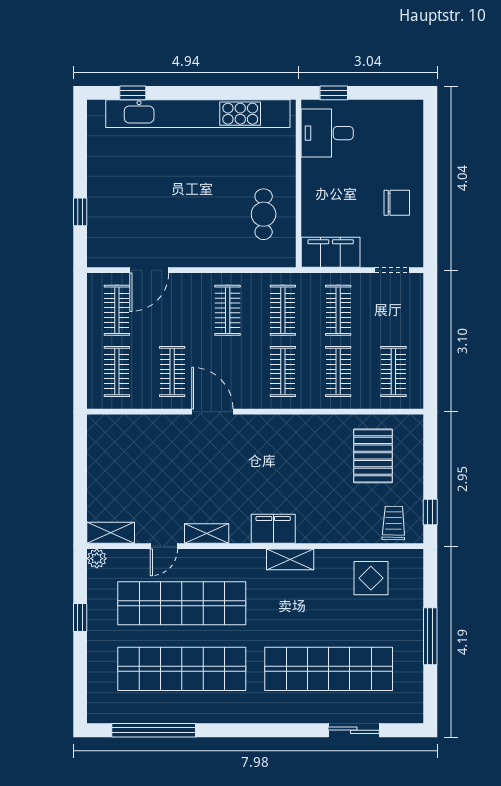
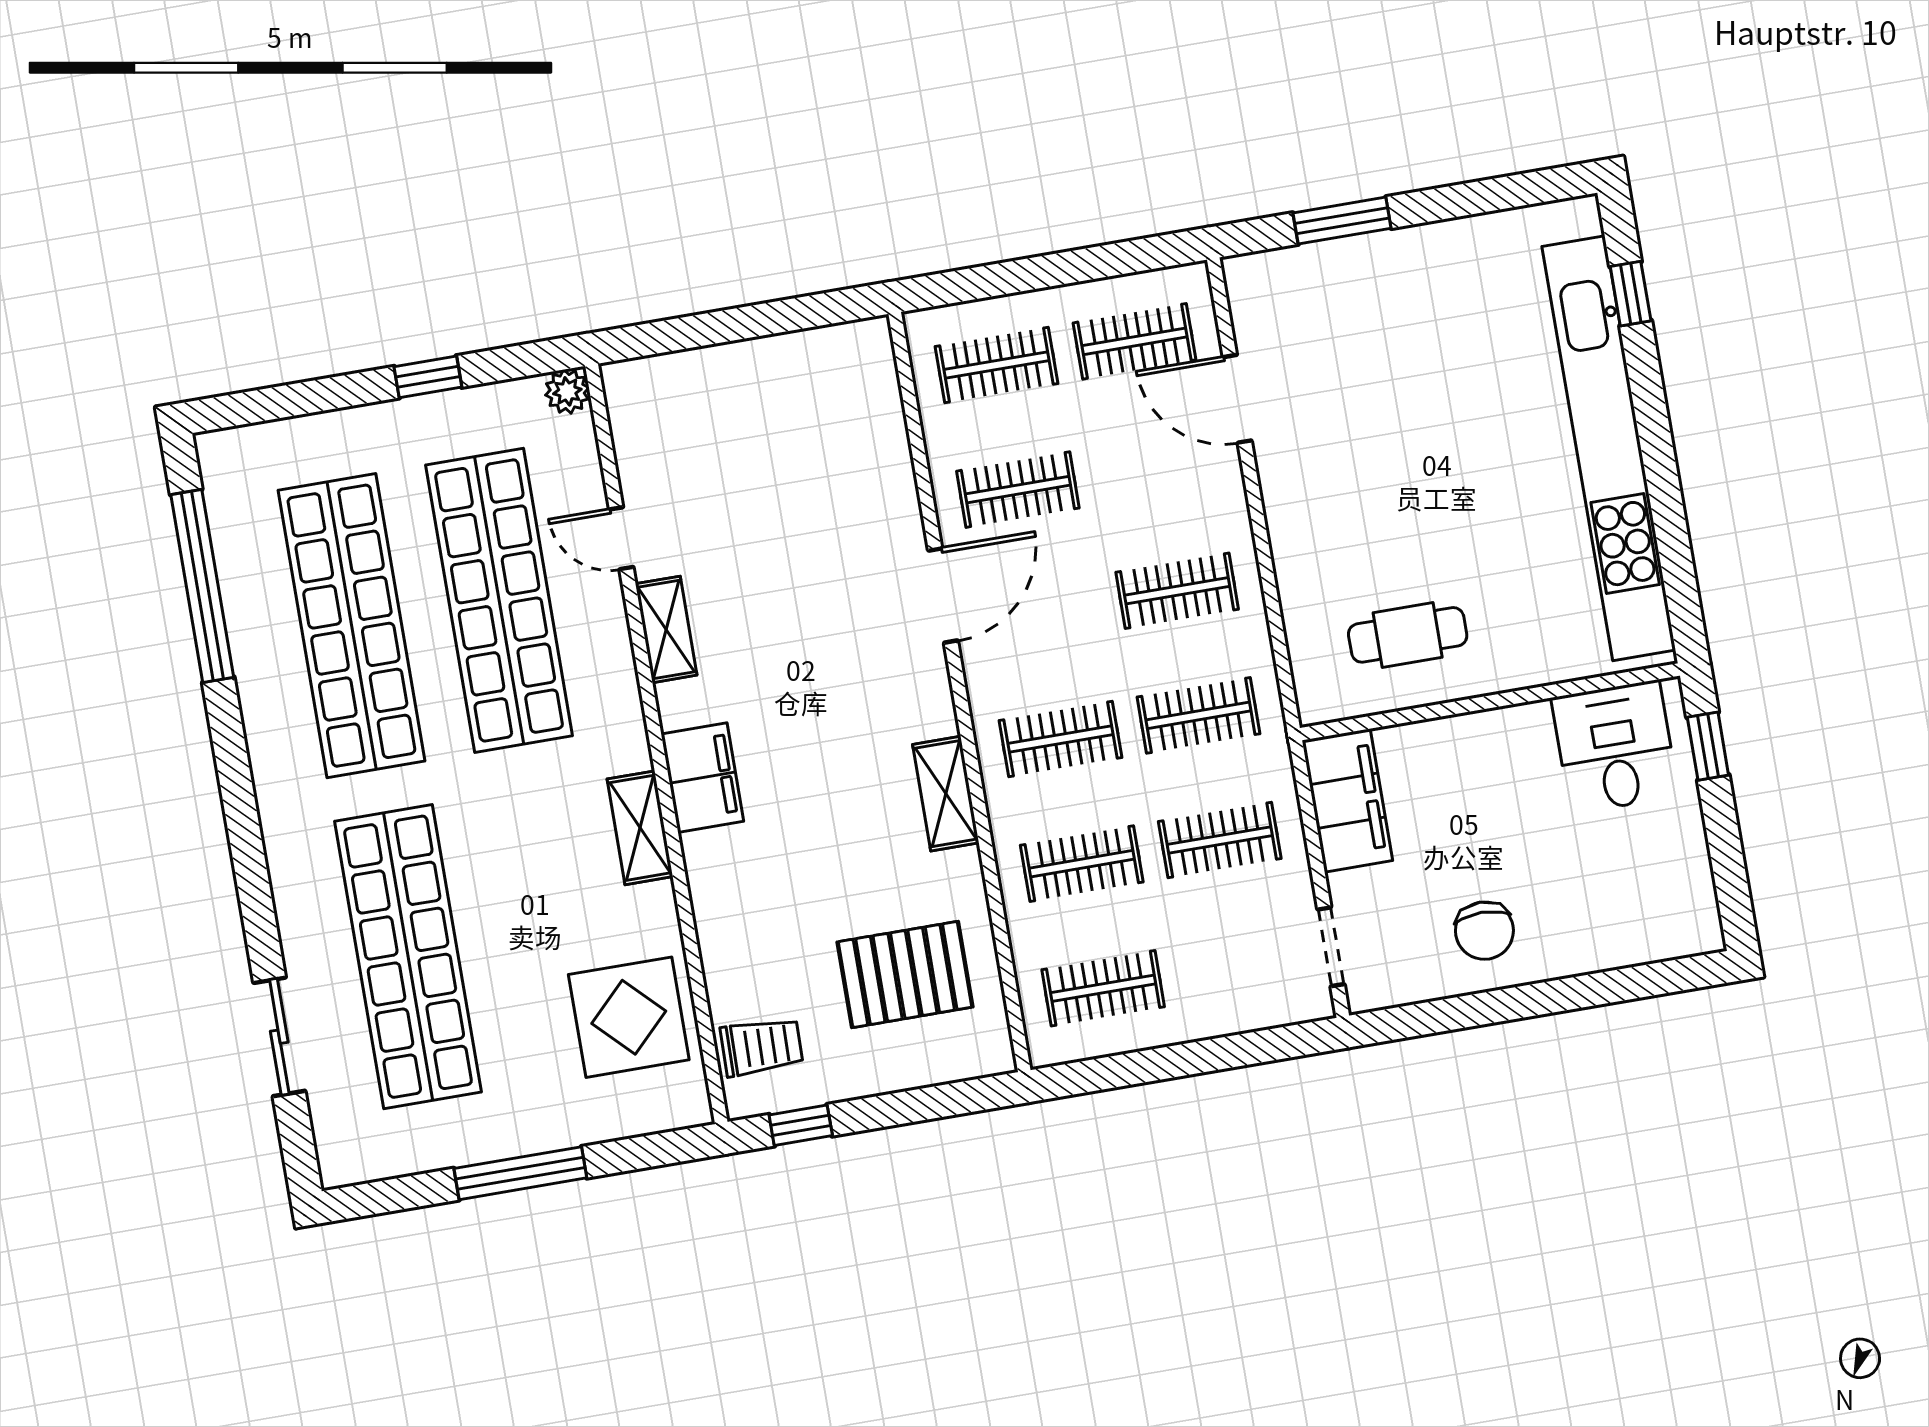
window: (80, 212) -> (1342, 221), width x1.50
shelving: (111, 533) -> (946, 794), moved
display table: (371, 578) -> (629, 1017), width x1.36, depth x1.36

